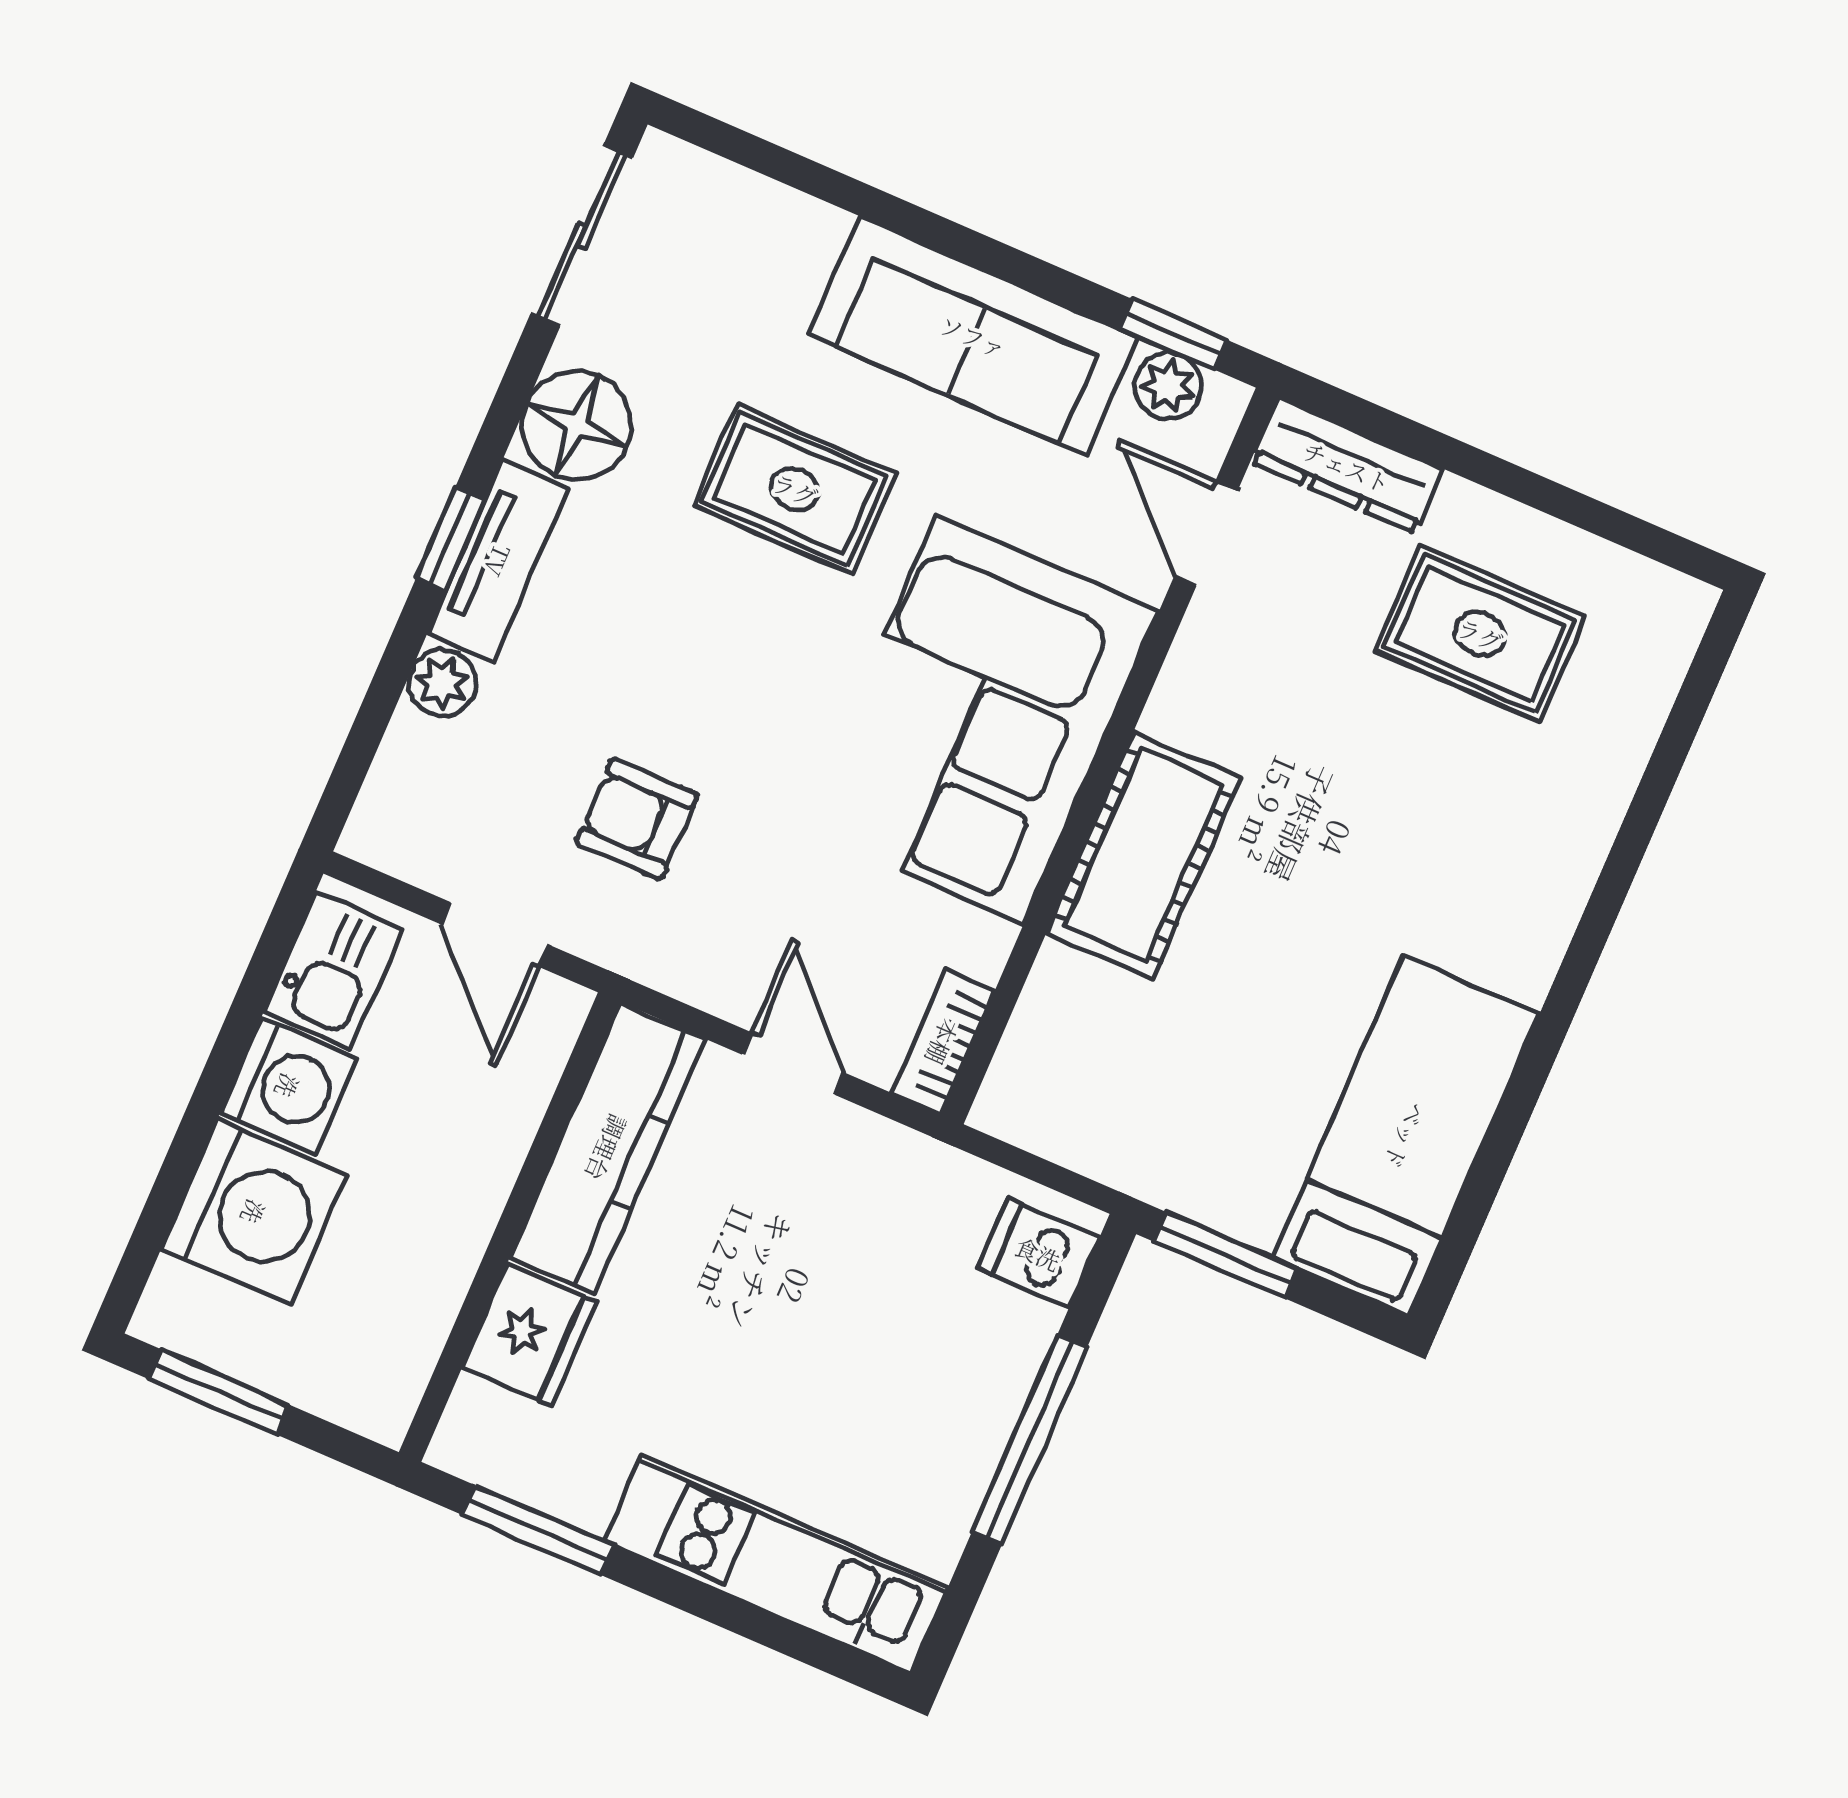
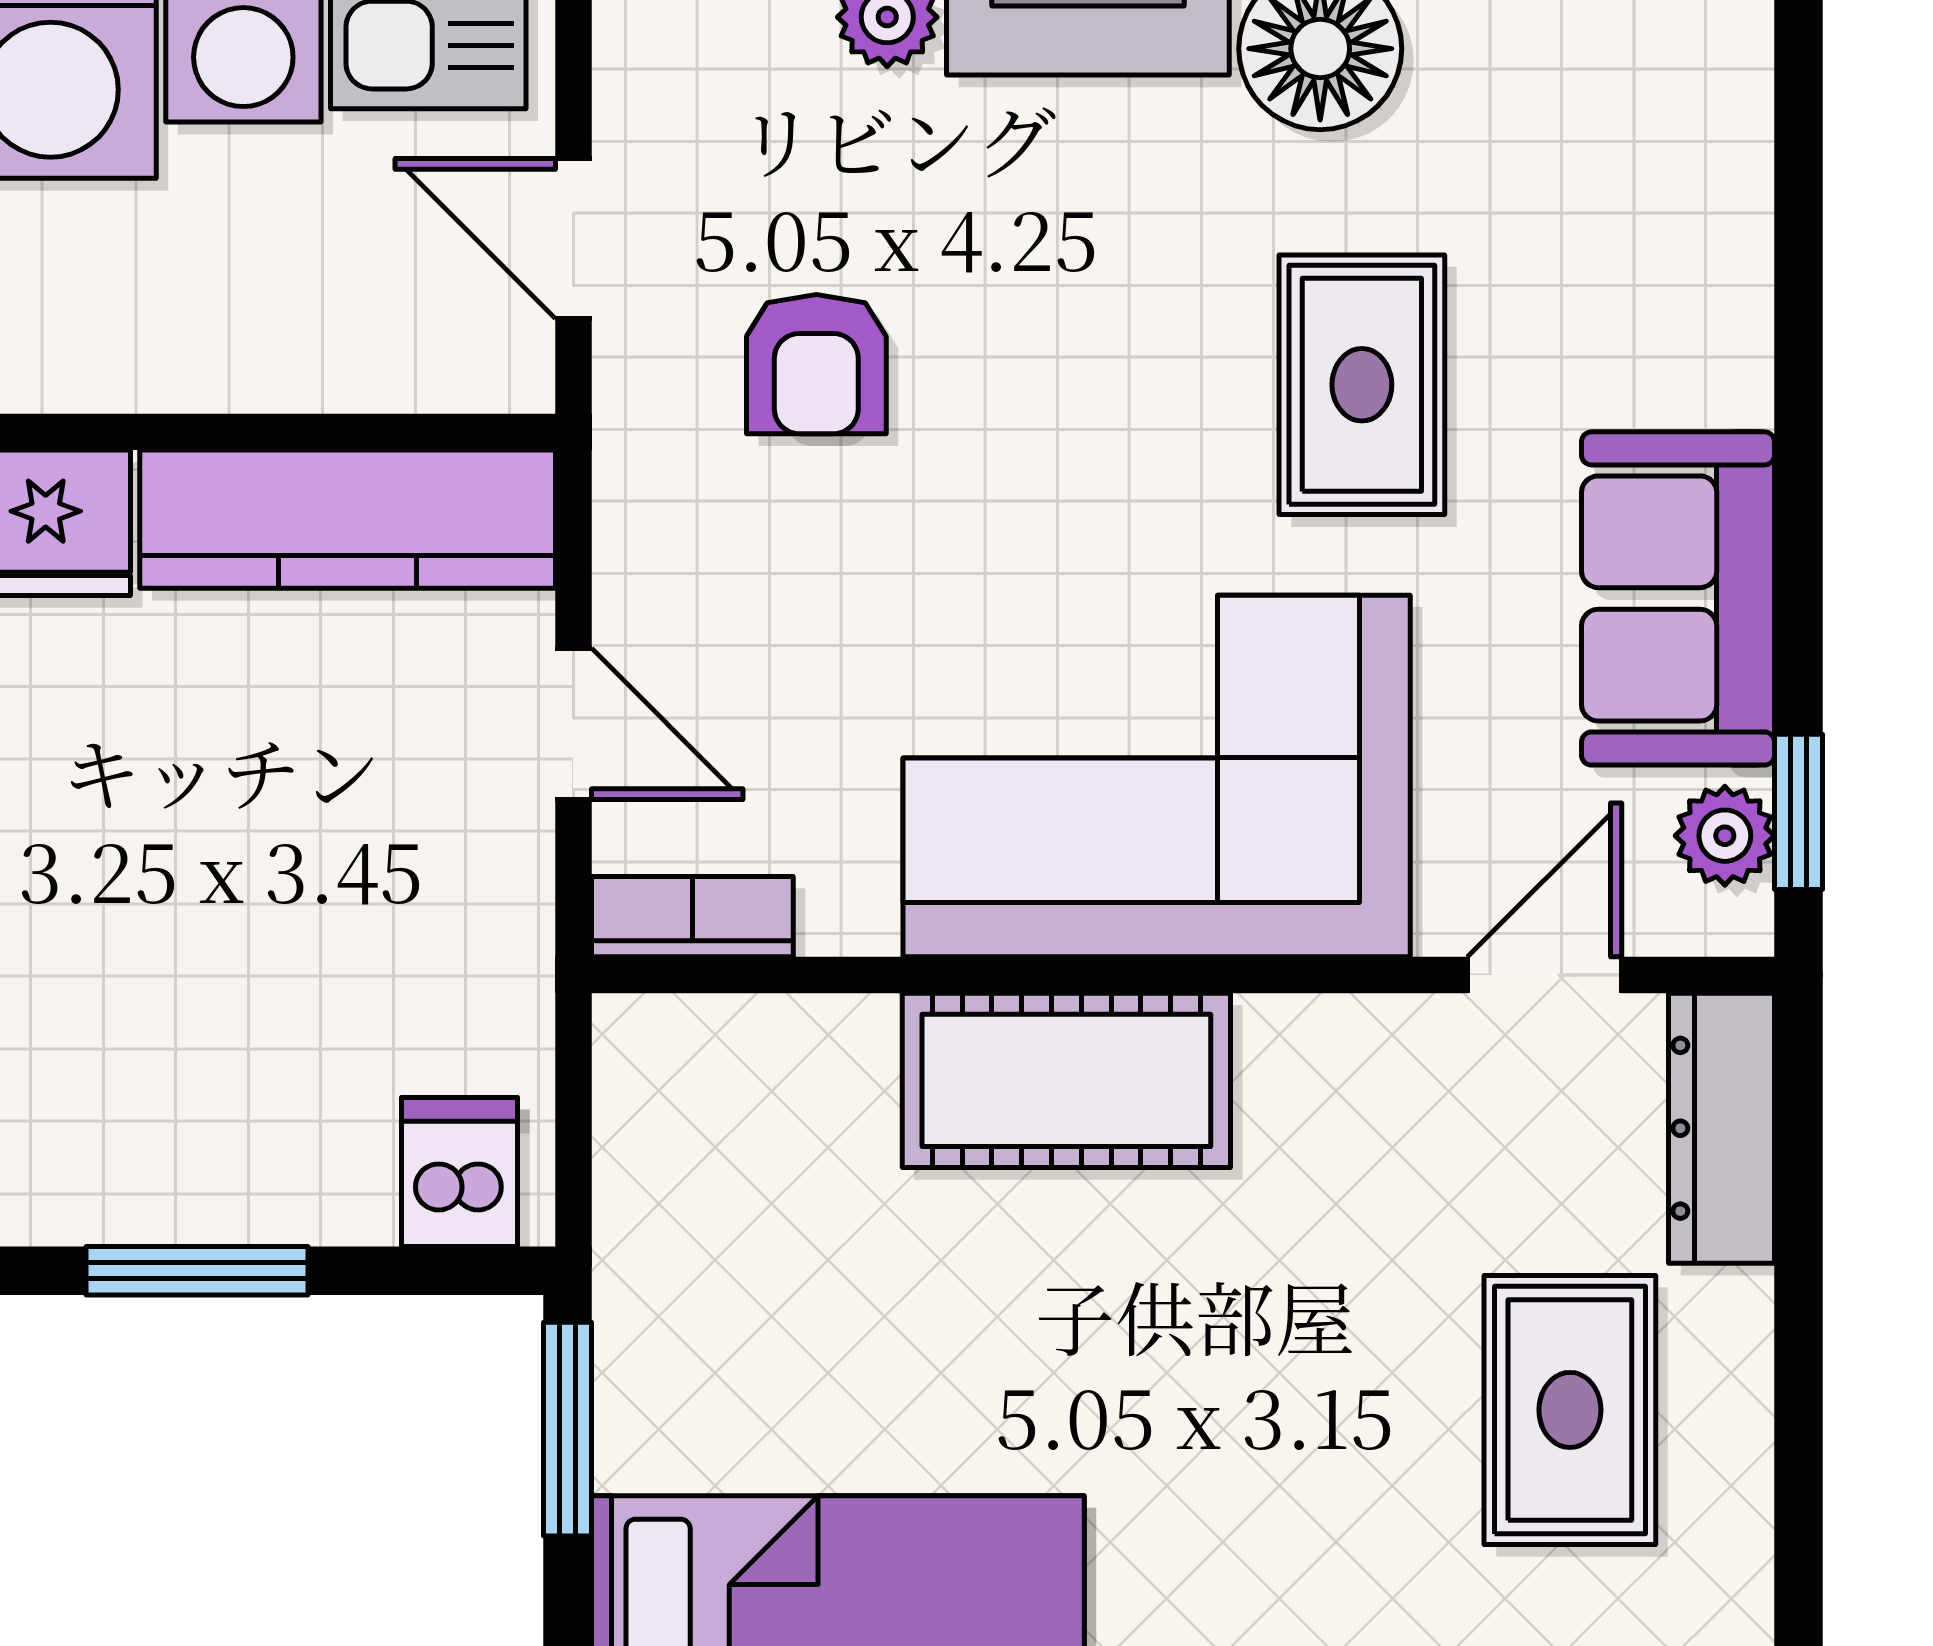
sofa: (973, 336) -> (1678, 598), width x0.73
armchair: (637, 819) -> (816, 364), turned 180
door: (495, 935) -> (573, 239), hinge flipped
door: (793, 1064) -> (573, 724), hinge flipped
window: (1029, 1441) -> (197, 1271), width x0.69

